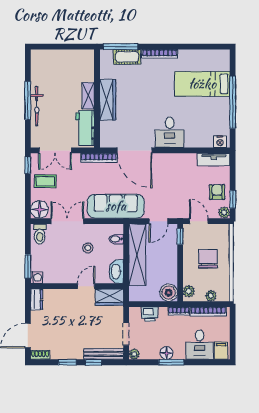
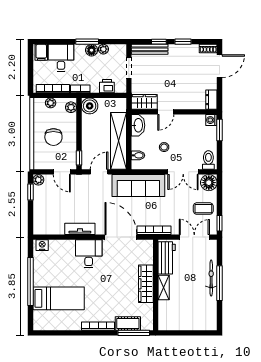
tv unit: (214, 159) -> (80, 229), moved
armchair: (217, 192) -> (45, 199), removed
plant: (134, 354) -> (103, 49), moved

